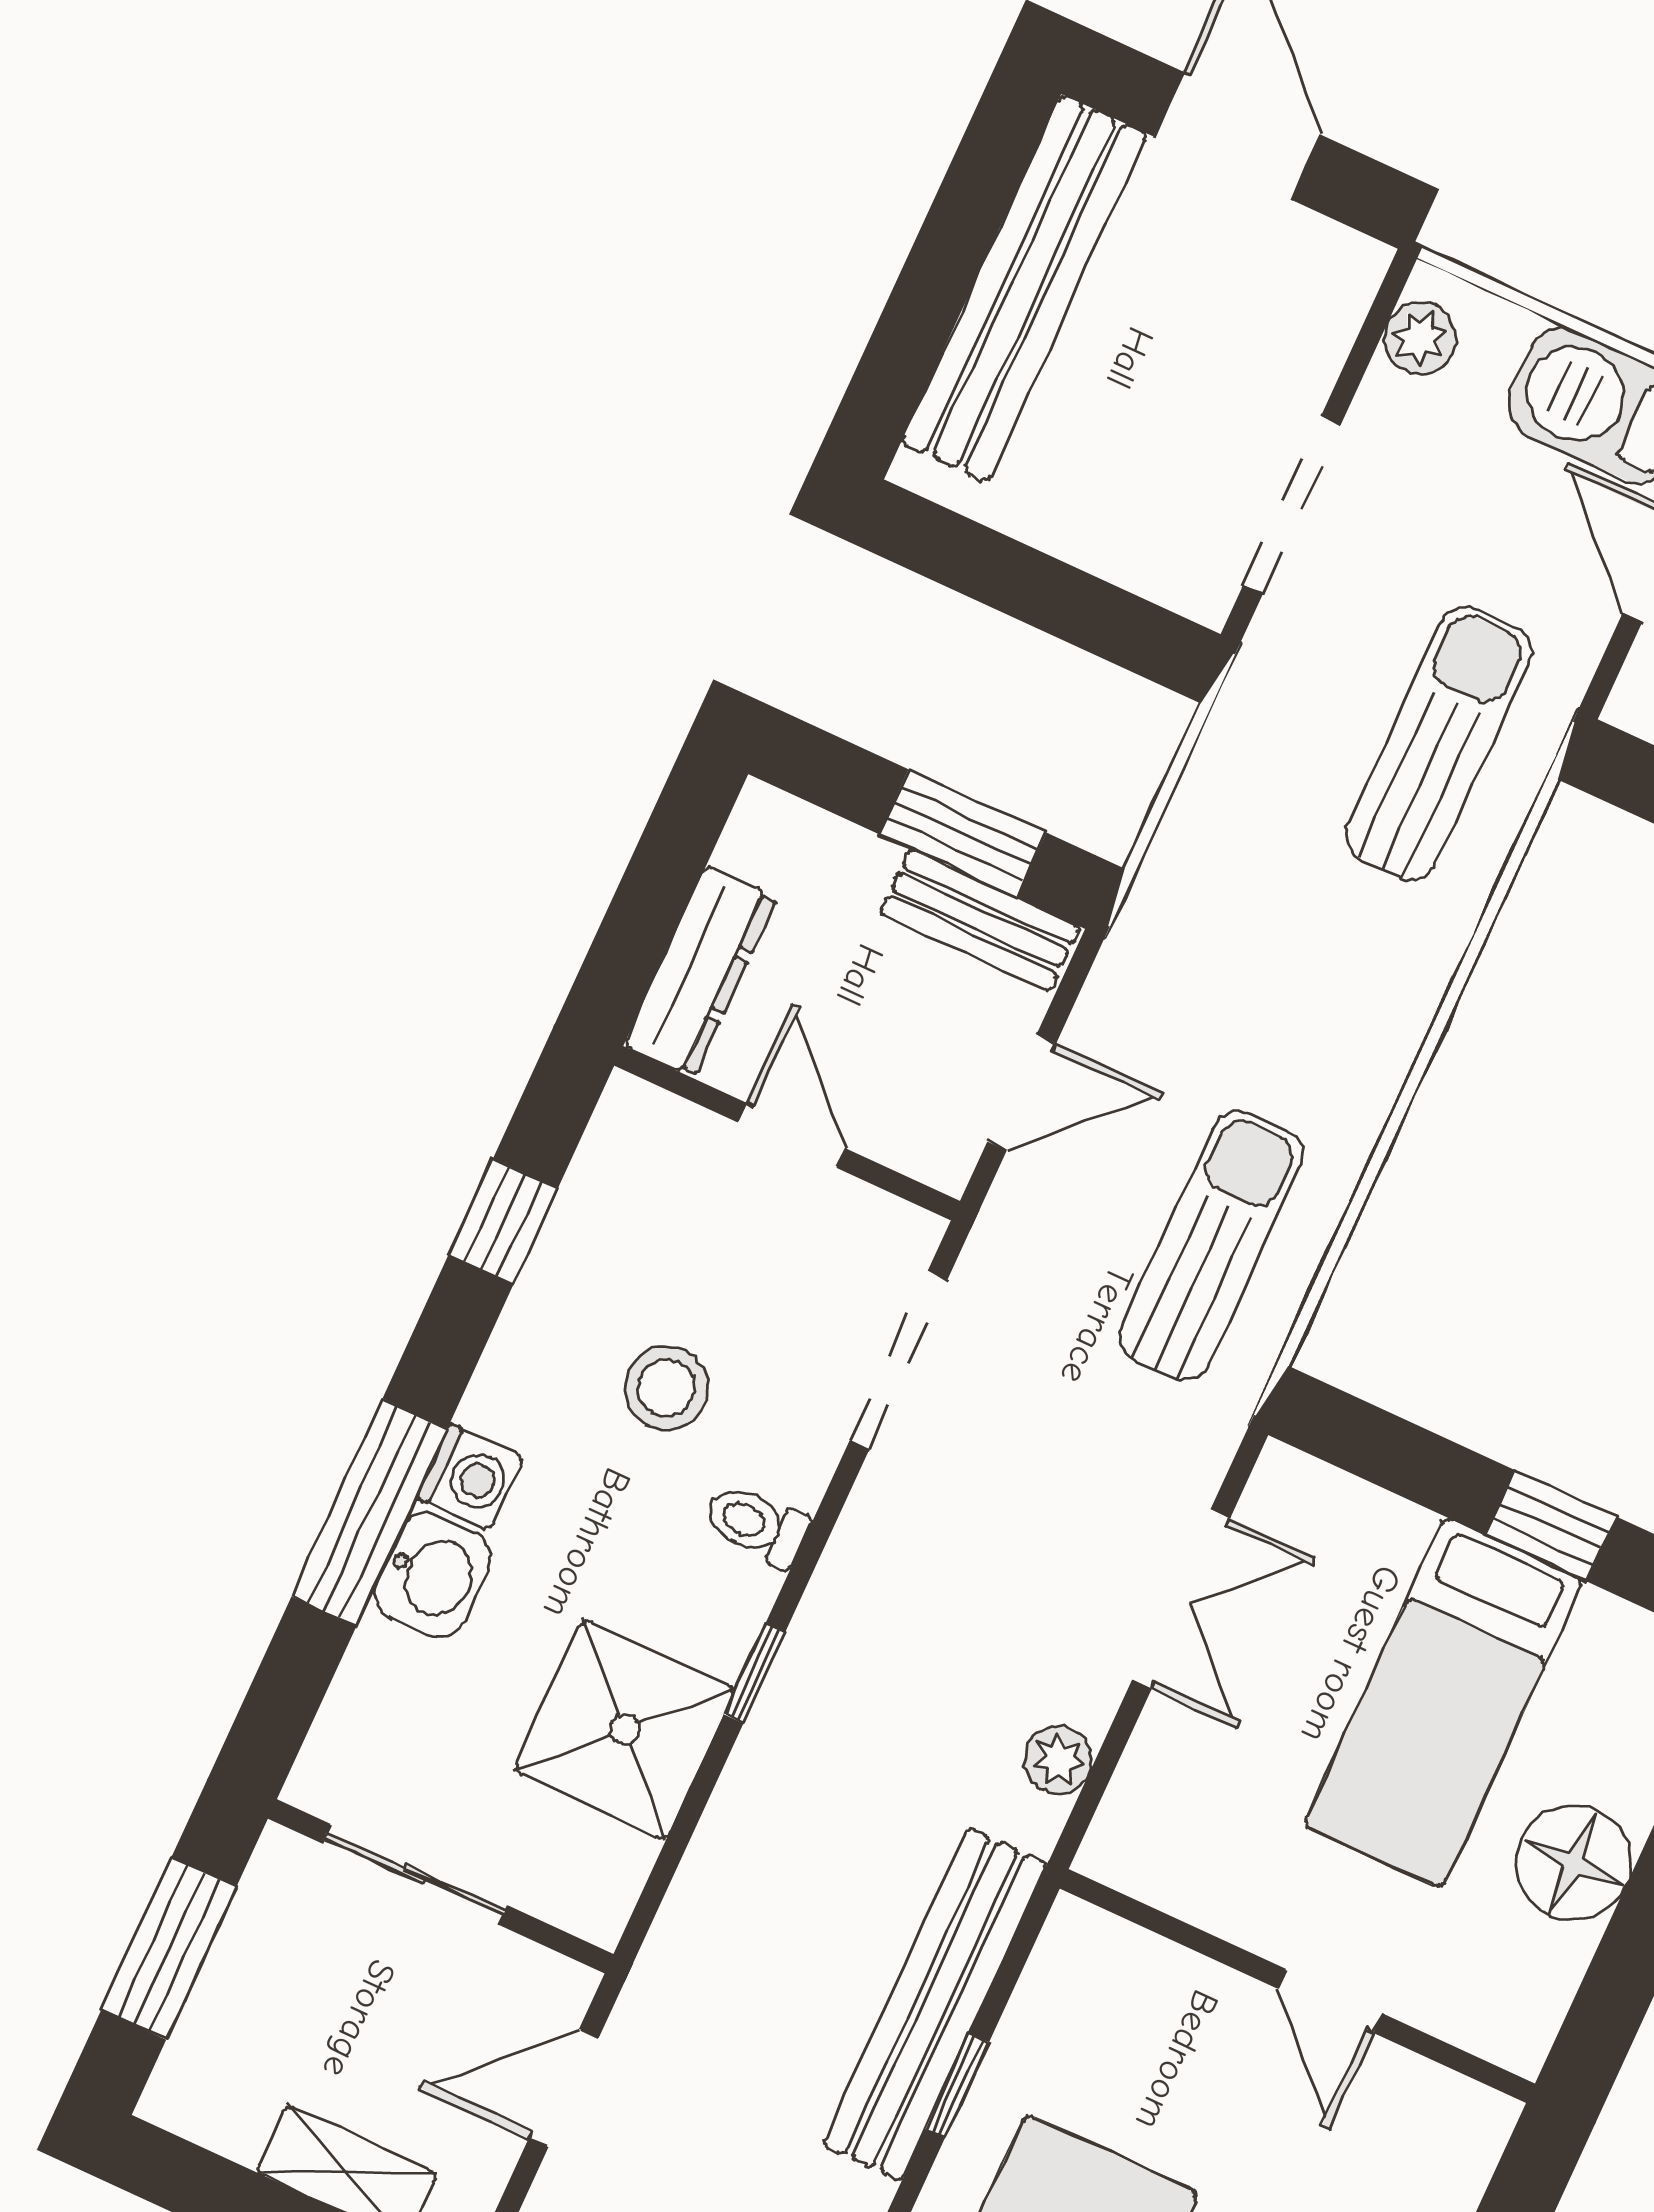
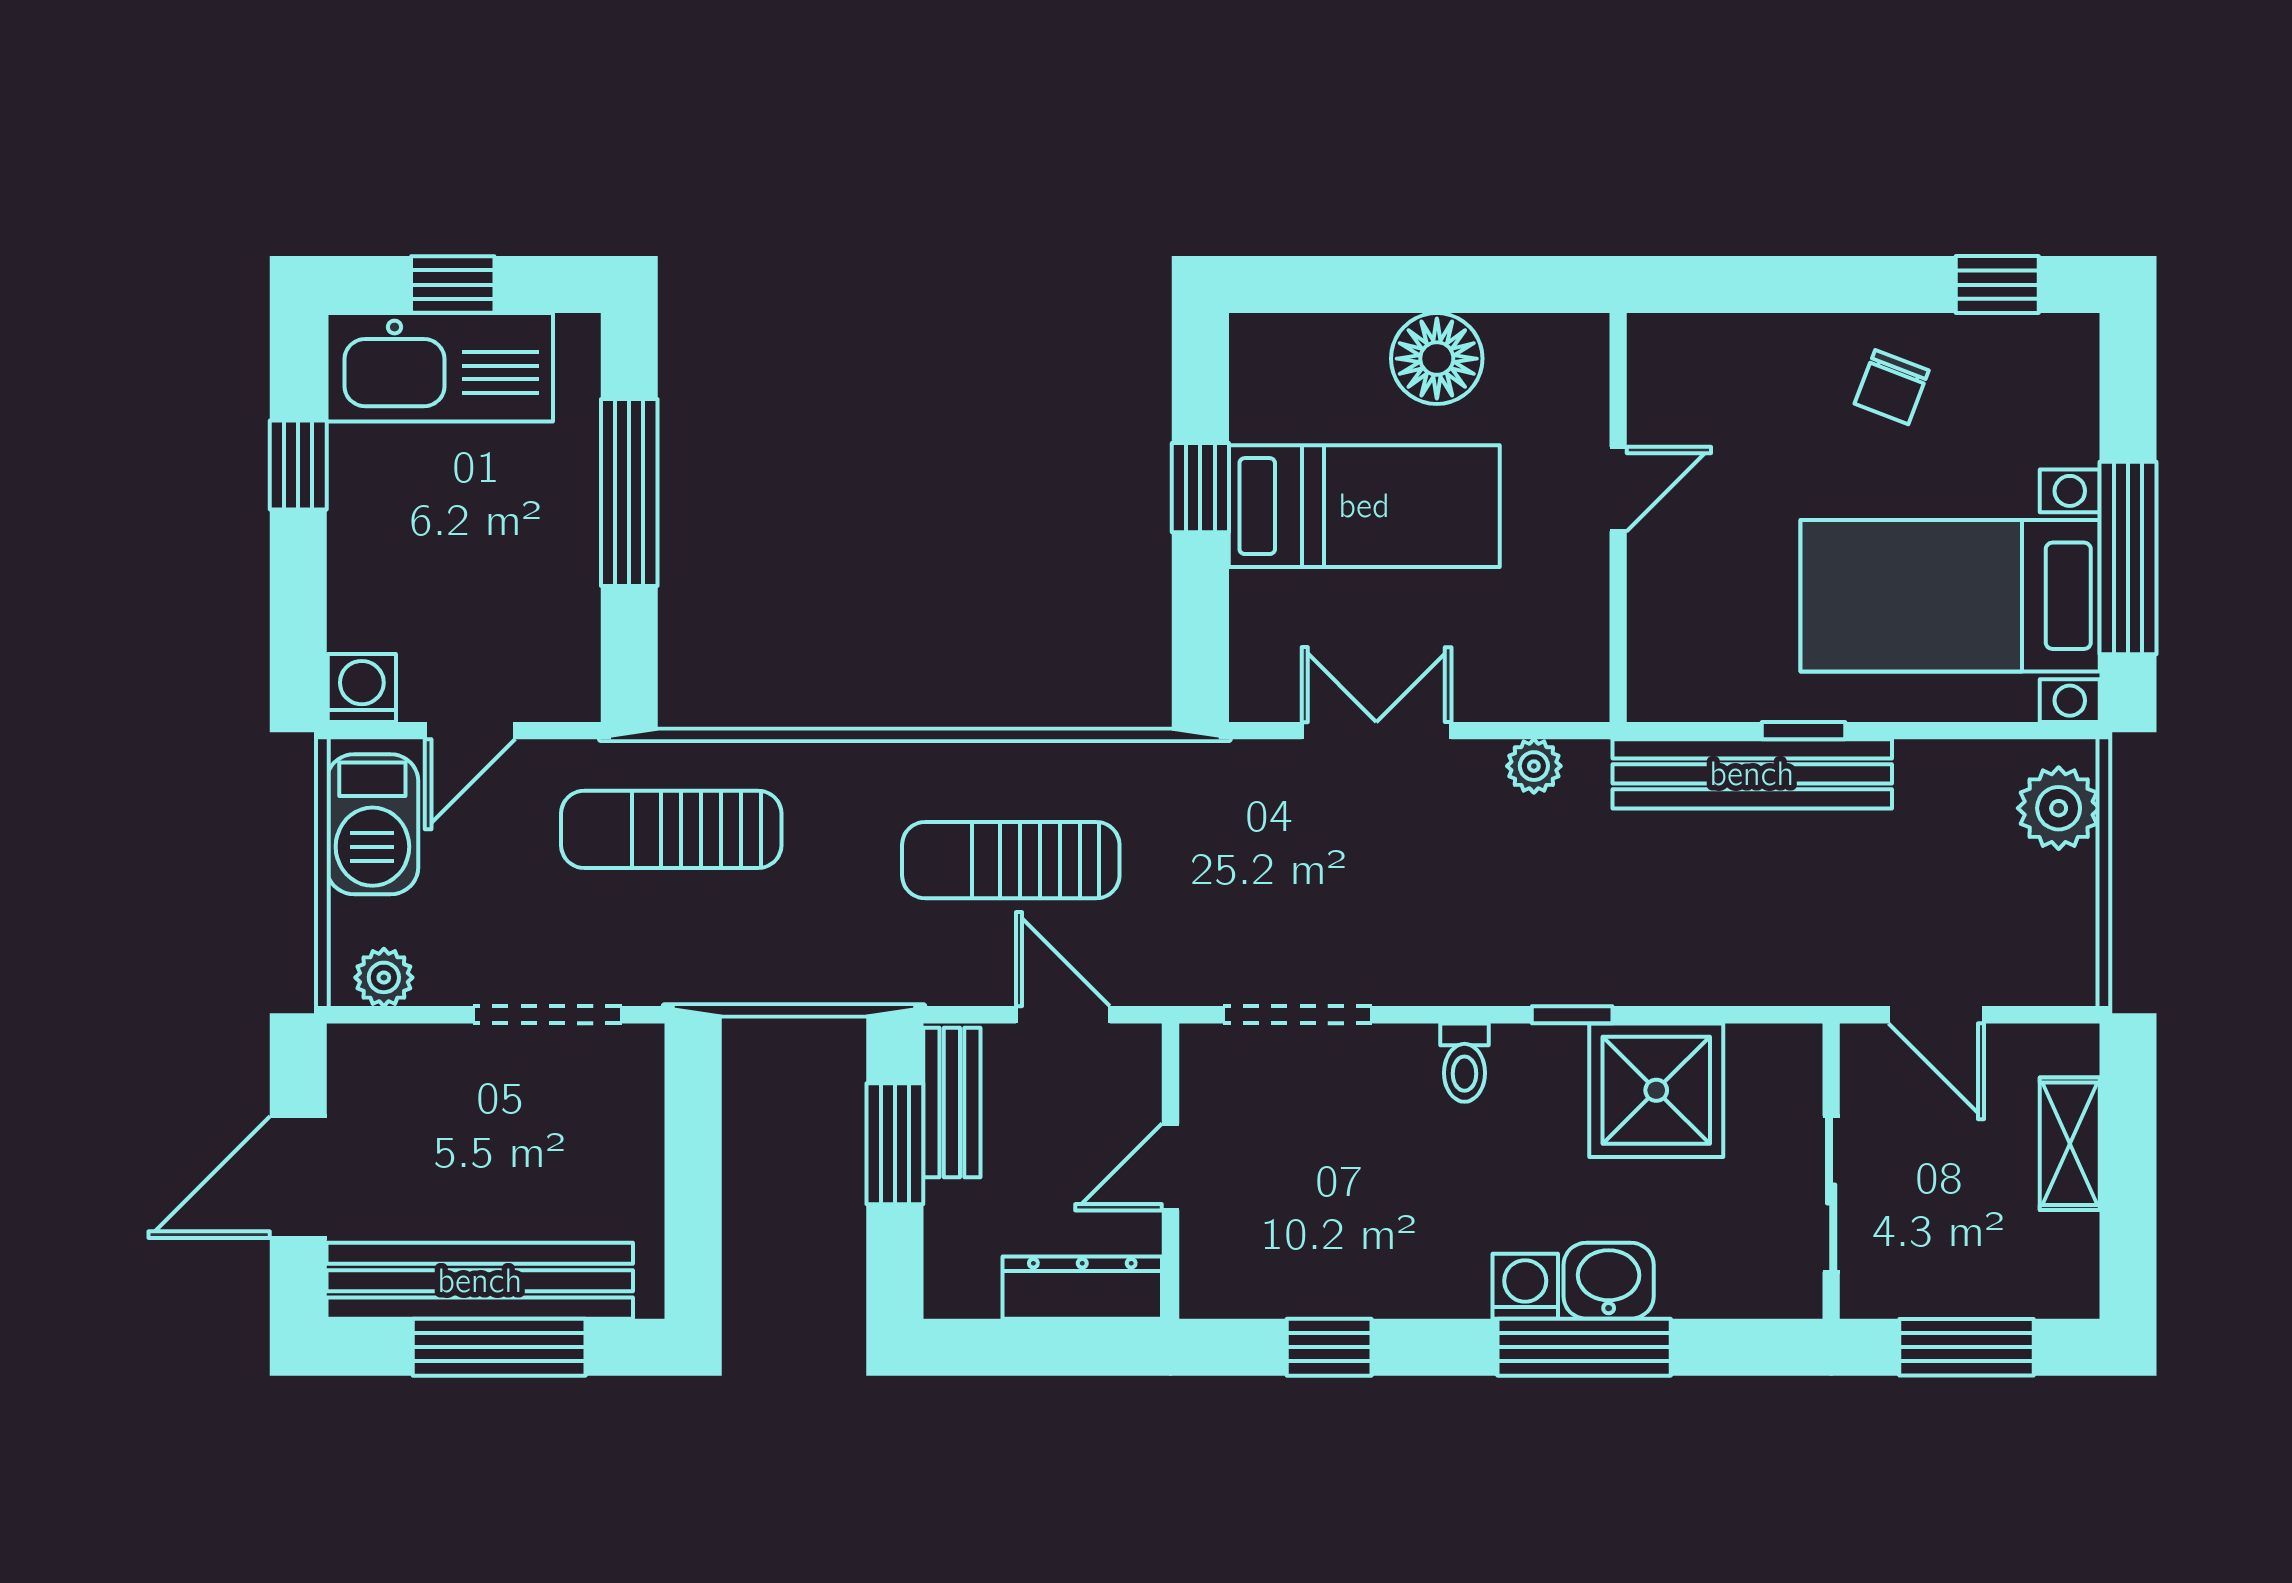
window: (938, 276) -> (499, 1347), added
sun lounger: (1211, 1246) -> (1011, 860), moved
stool: (666, 1388) -> (1395, 1174), removed

